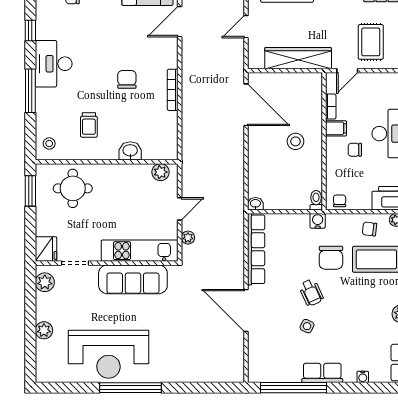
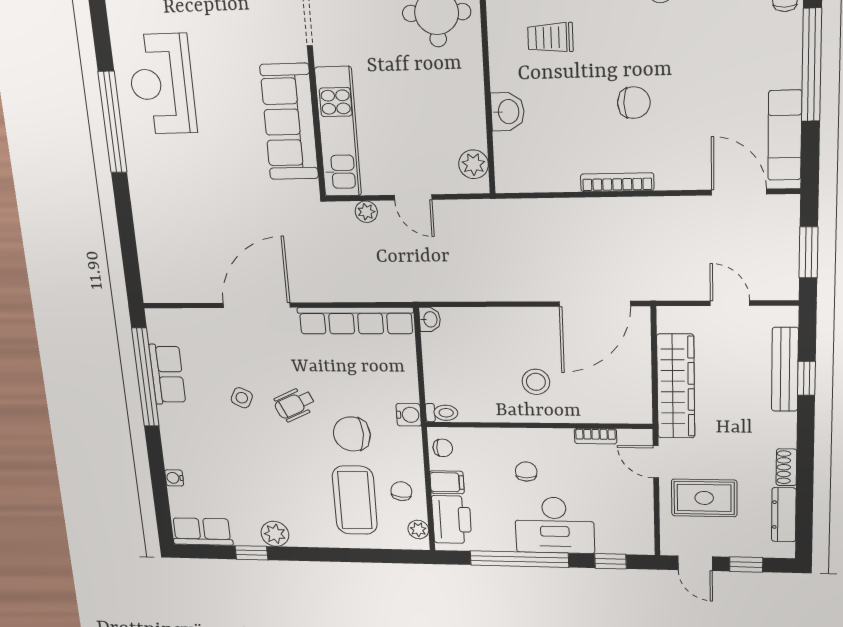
filing cabinet: (336, 128) -> (447, 482), moved, turned -90
reception desk: (108, 354) -> (162, 84), width x0.74, depth x0.77
row of seats: (322, 373) -> (167, 374), moved

